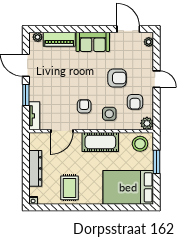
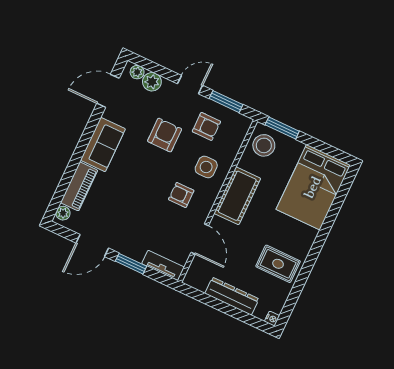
window: (156, 107) -> (226, 102), added
plant: (147, 123) -> (152, 82), moved
window: (156, 162) -> (282, 128), moved

